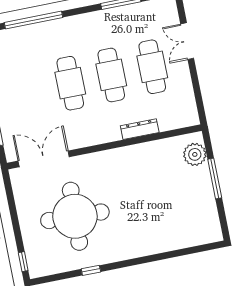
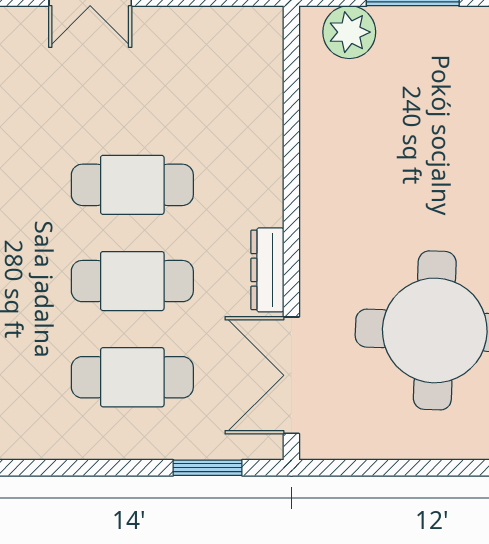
cafe table: (152, 67) -> (132, 377), moved
dresser: (140, 129) -> (267, 270), moved

